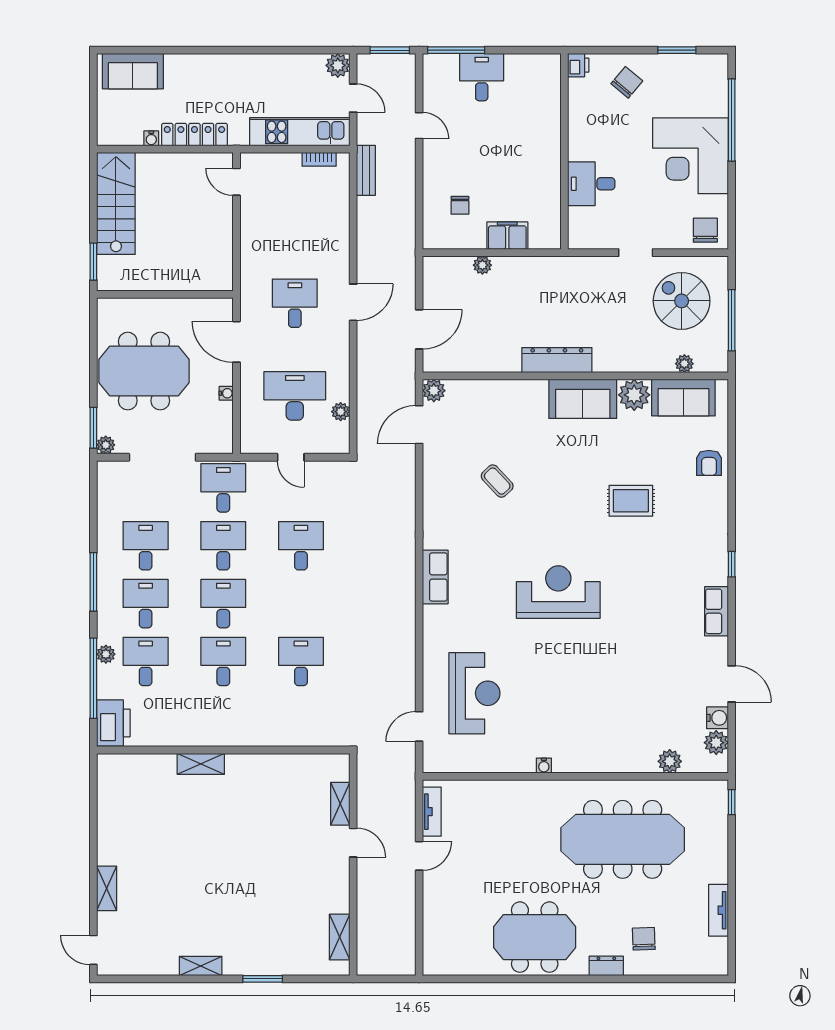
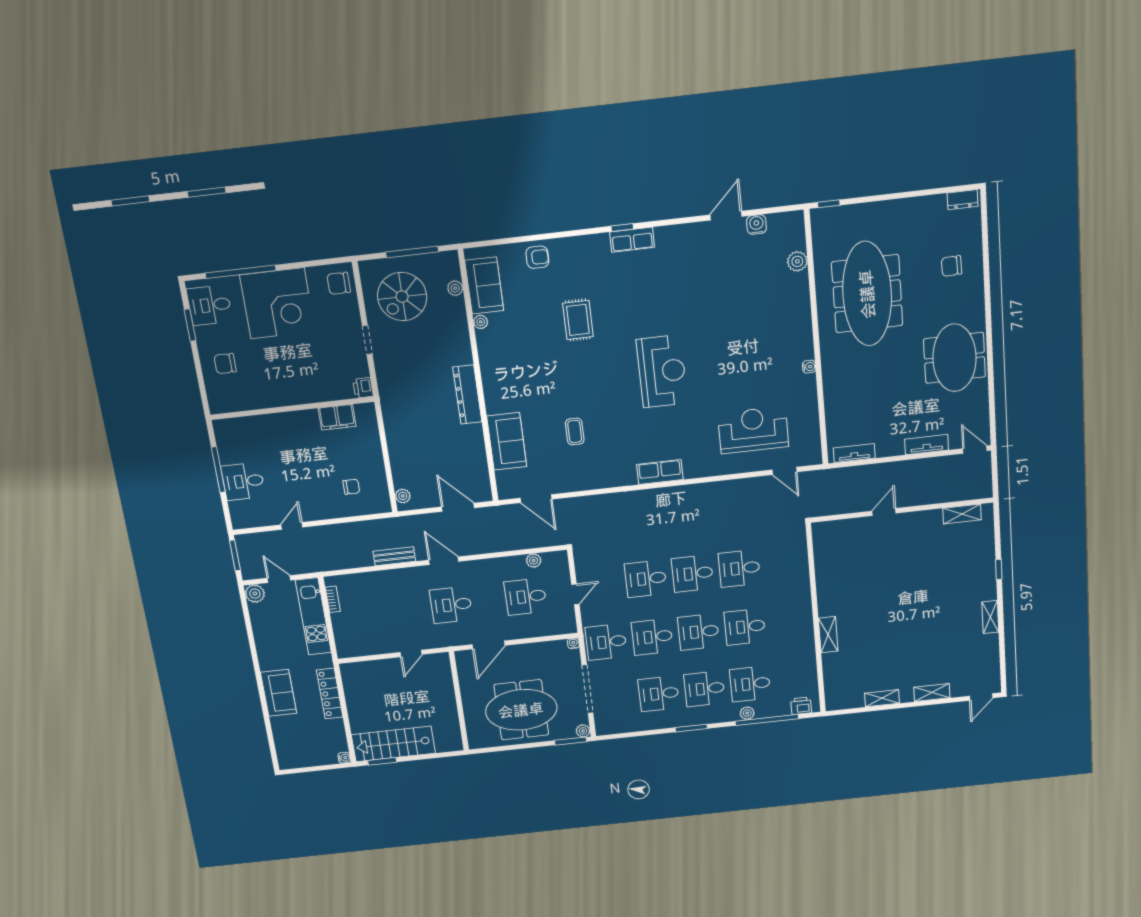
window: (456, 50) -> (218, 470), moved
printer: (578, 65) -> (363, 388), moved, turned -90
sofa: (133, 71) -> (279, 693), moved
chair: (627, 82) -> (225, 364), turned -40
door: (353, 98) -> (279, 579), hinge flipped
water cooler: (151, 138) -> (344, 758), moved
bench: (366, 170) -> (394, 556), moved
door: (236, 182) -> (411, 653), moved
desk: (591, 184) -> (209, 305), moved, turned 90
filing cabinet: (507, 236) -> (337, 417), moved, turned -90
window: (93, 262) -> (382, 761), moved
plant: (482, 265) -> (403, 496), moved
meeting table: (144, 371) -> (521, 710), turned 90
plant: (434, 391) -> (506, 490), removed
water cooler: (226, 393) -> (573, 643), moved
plant: (634, 395) -> (481, 322), width x0.53, depth x0.53
desk: (295, 396) -> (526, 597), width x0.73
sofa: (583, 399) -> (507, 441), moved
coffee table: (497, 481) -> (575, 432), turned -47
window: (93, 582) -> (691, 728), width x0.69
reception desk: (558, 592) -> (662, 371), turned 180
desk: (301, 604) -> (693, 574), added
row of seats: (717, 611) -> (632, 240), moved
printer: (113, 723) -> (801, 706), width x0.53, depth x0.68
plant: (716, 743) -> (778, 223), removed
shelving: (340, 804) -> (882, 698), moved
door: (419, 856) -> (975, 450), moved
tv unit: (718, 910) -> (927, 445), moved, turned 180
dresser: (606, 966) -> (963, 200), moved, turned -90
window: (263, 979) -> (999, 569), width x0.67

